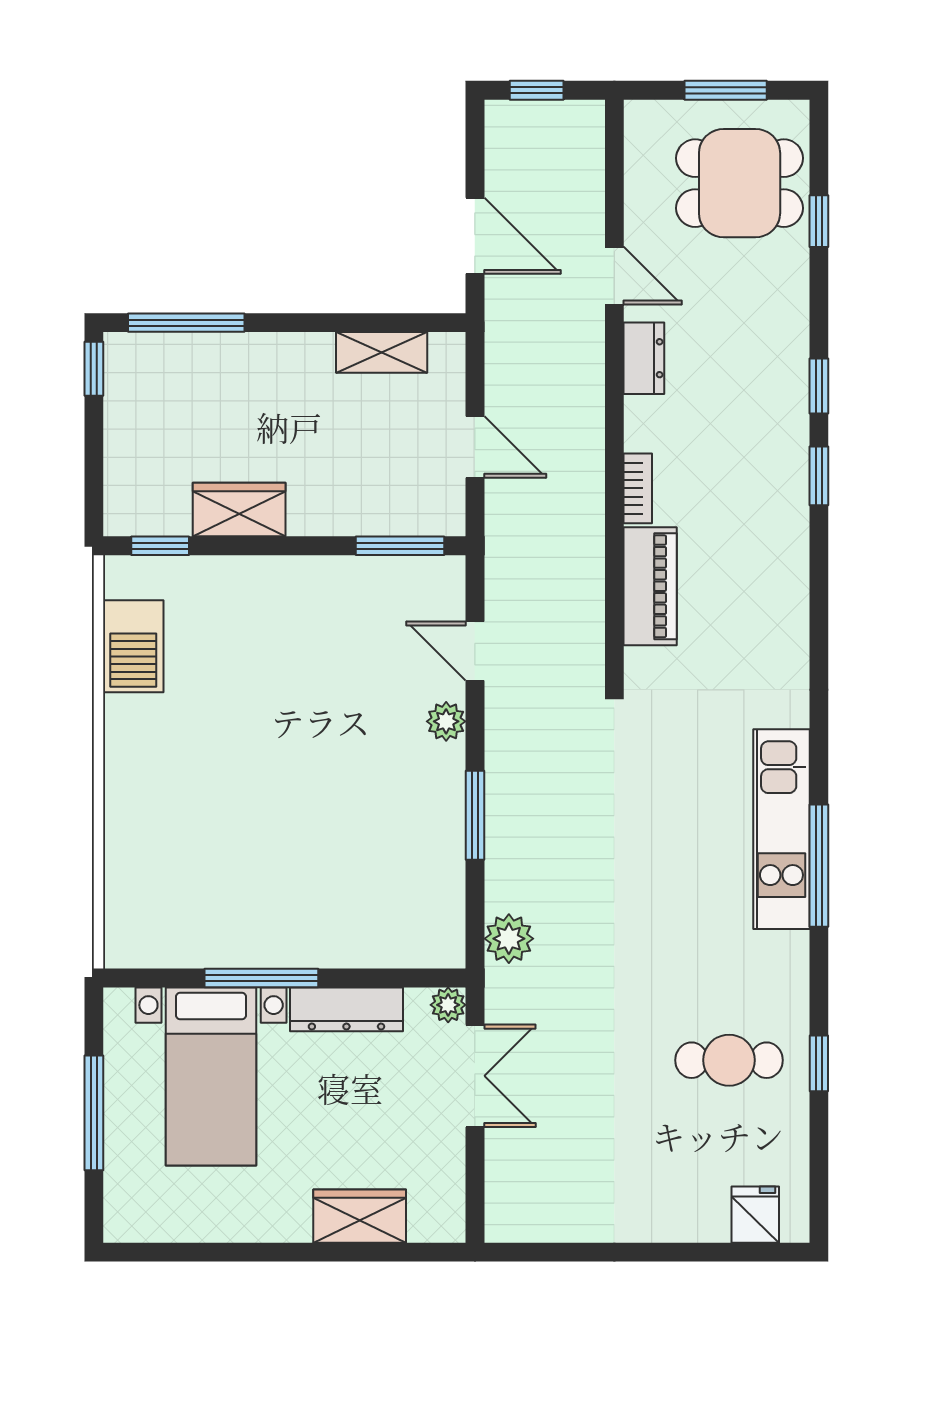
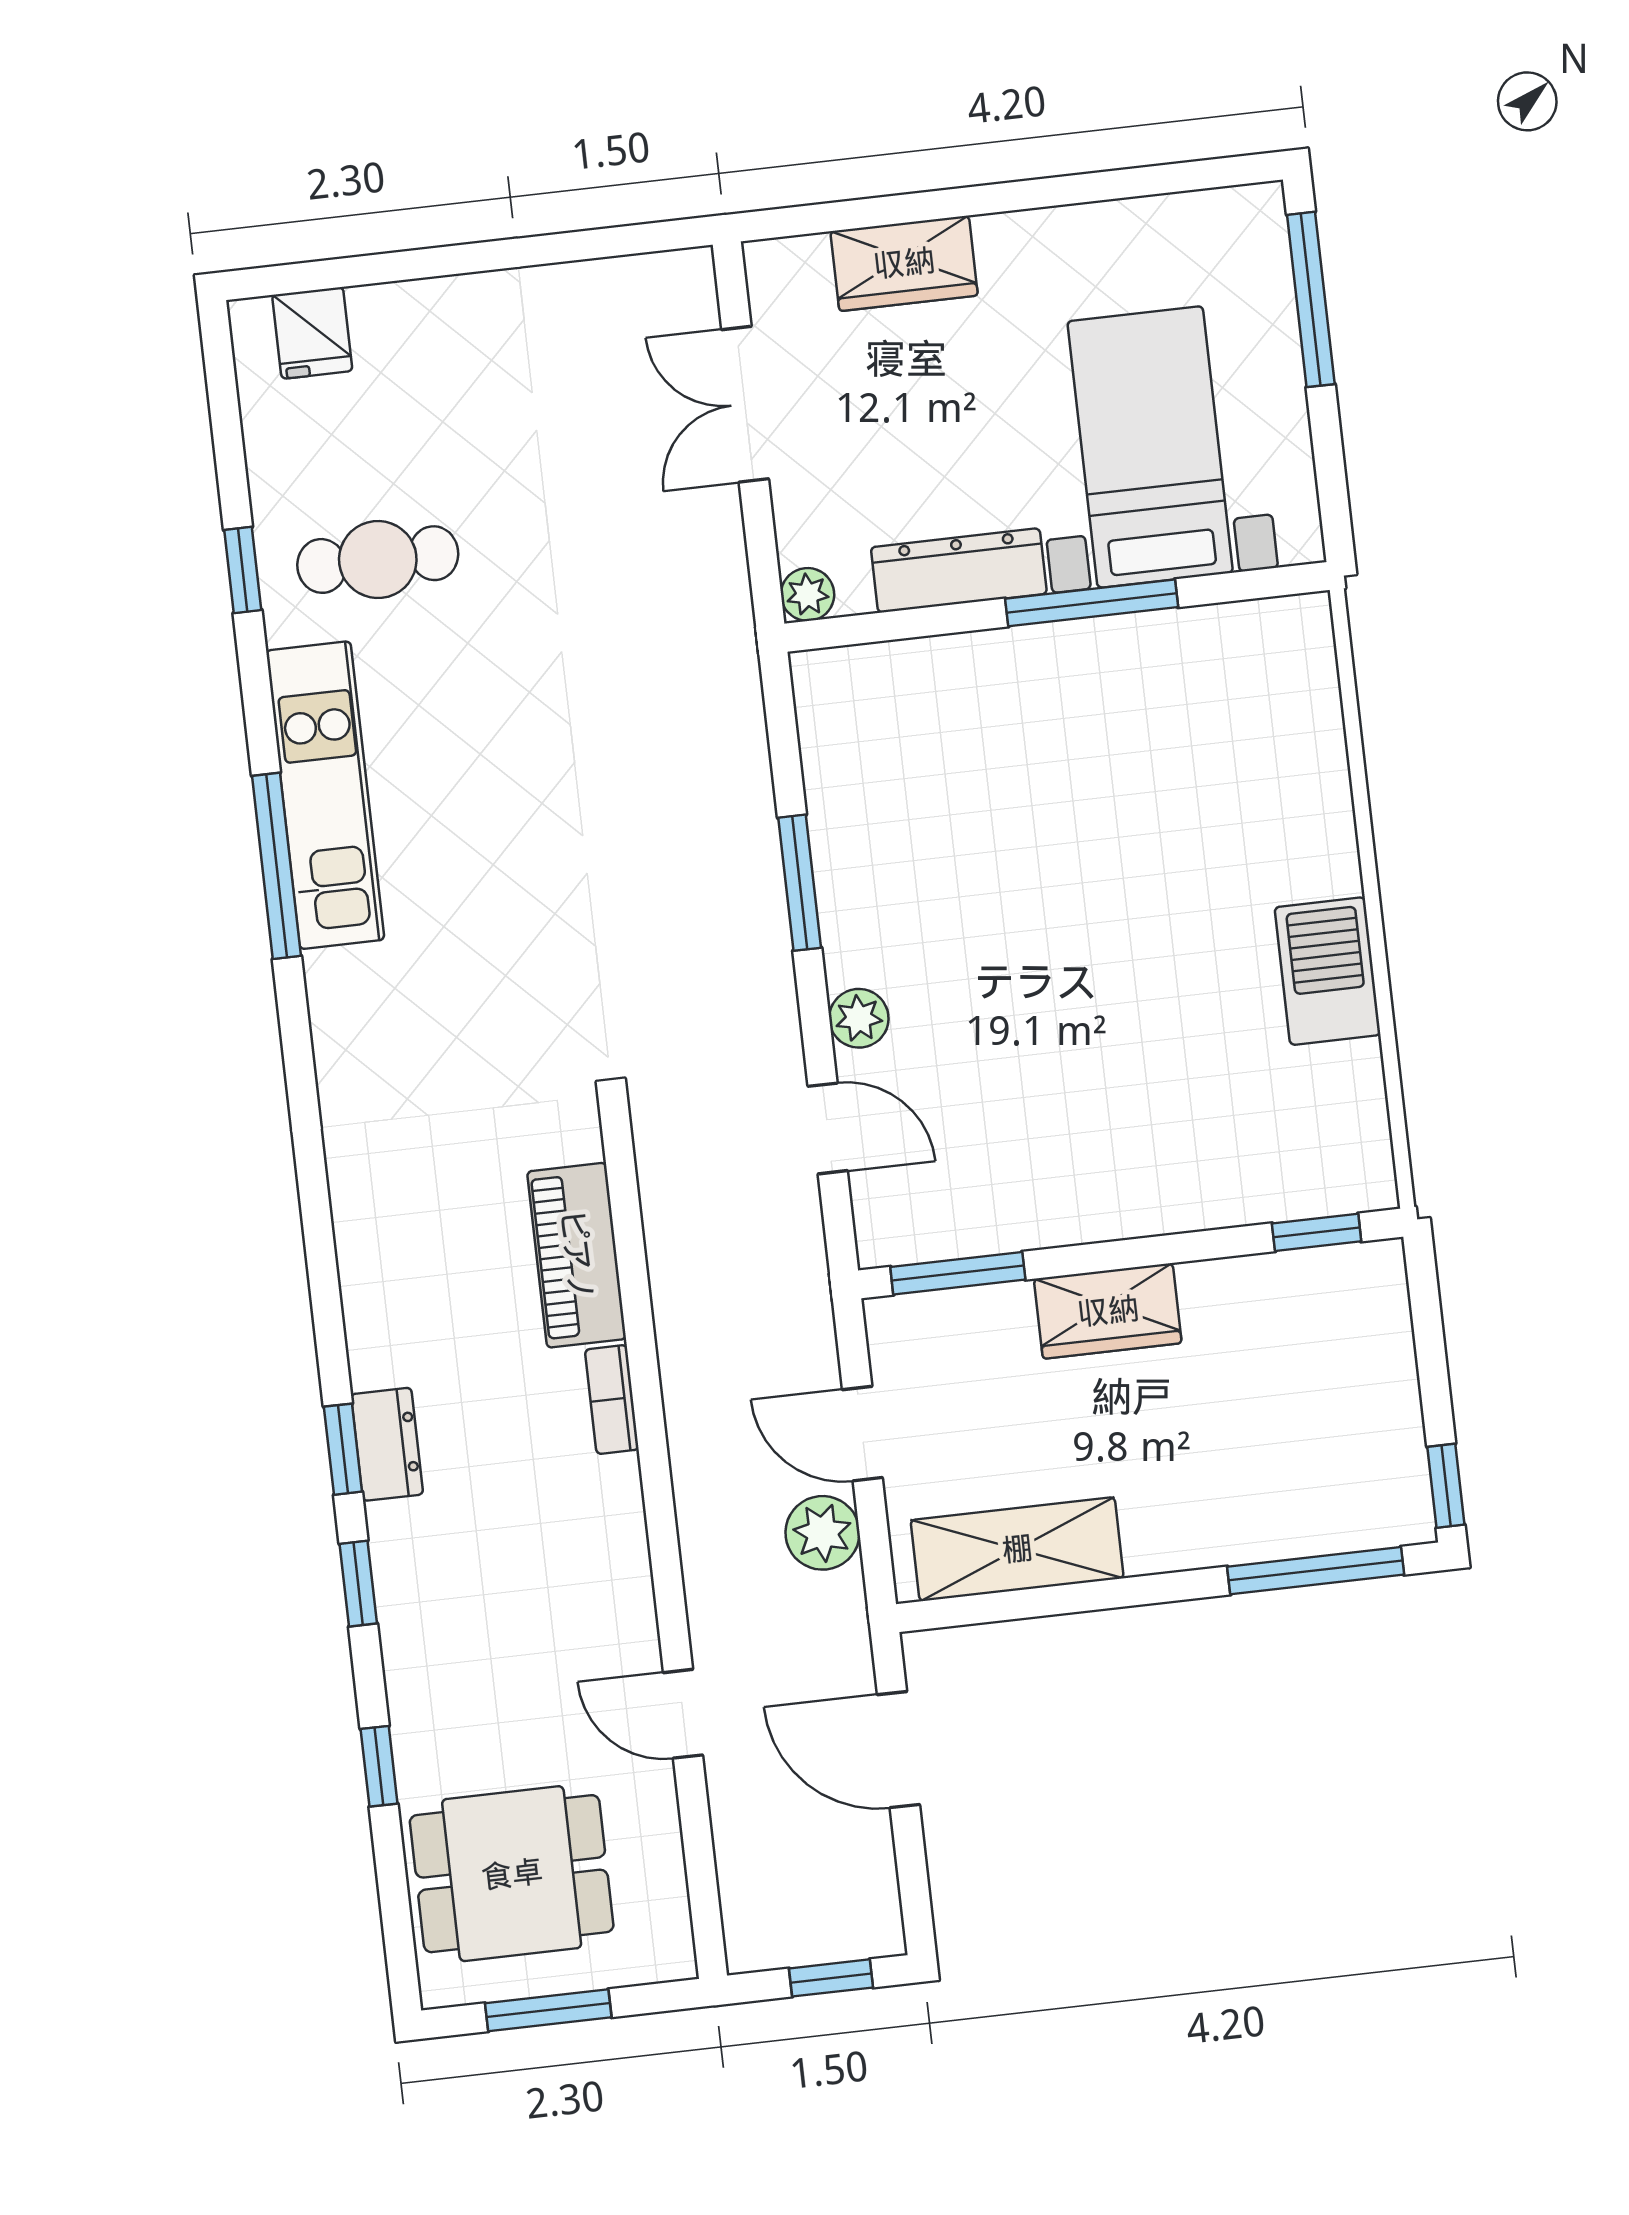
window: (819, 221) -> (379, 1766), moved
shelving: (382, 352) -> (1017, 1549), width x1.50, depth x1.33
dresser: (644, 358) -> (387, 1444), moved, turned 180
wardrobe: (239, 510) -> (1108, 1311), moved
barbecue: (133, 646) -> (1328, 971), moved
kitchen unit: (781, 829) -> (325, 795), moved
plant: (509, 939) -> (822, 1533), moved
double door: (475, 1076) -> (745, 404), moved
window: (94, 1113) -> (1311, 299), moved

